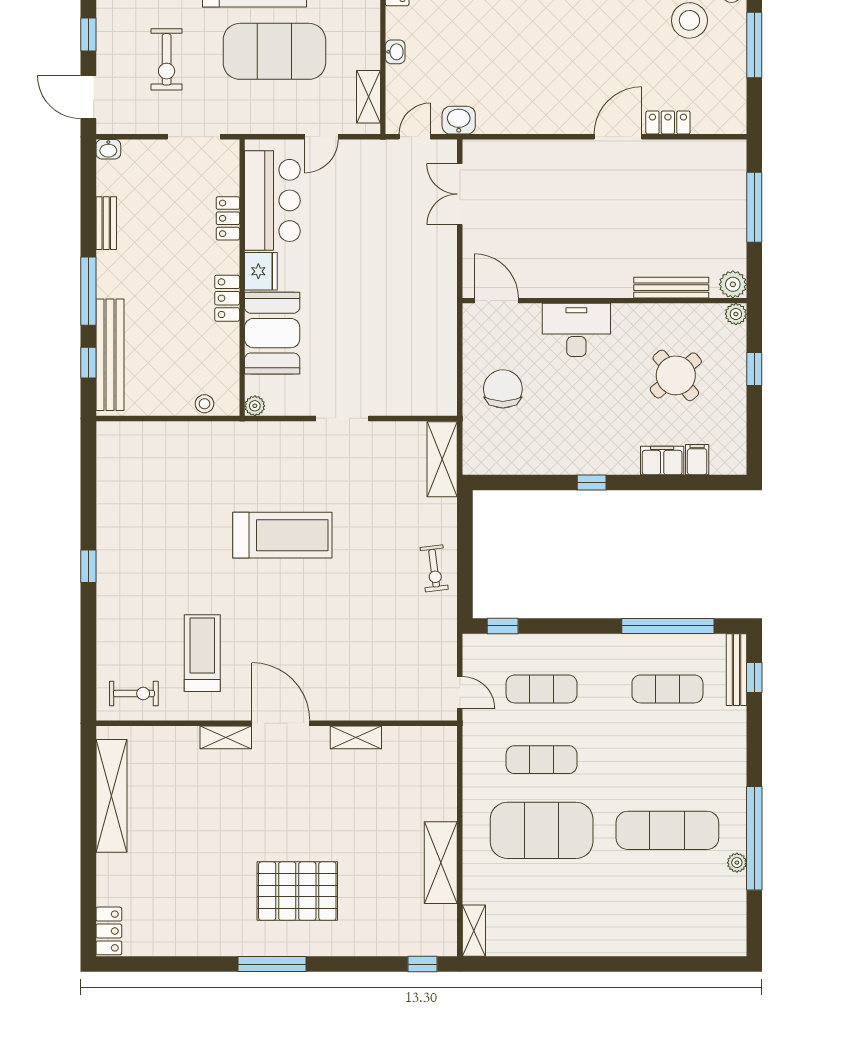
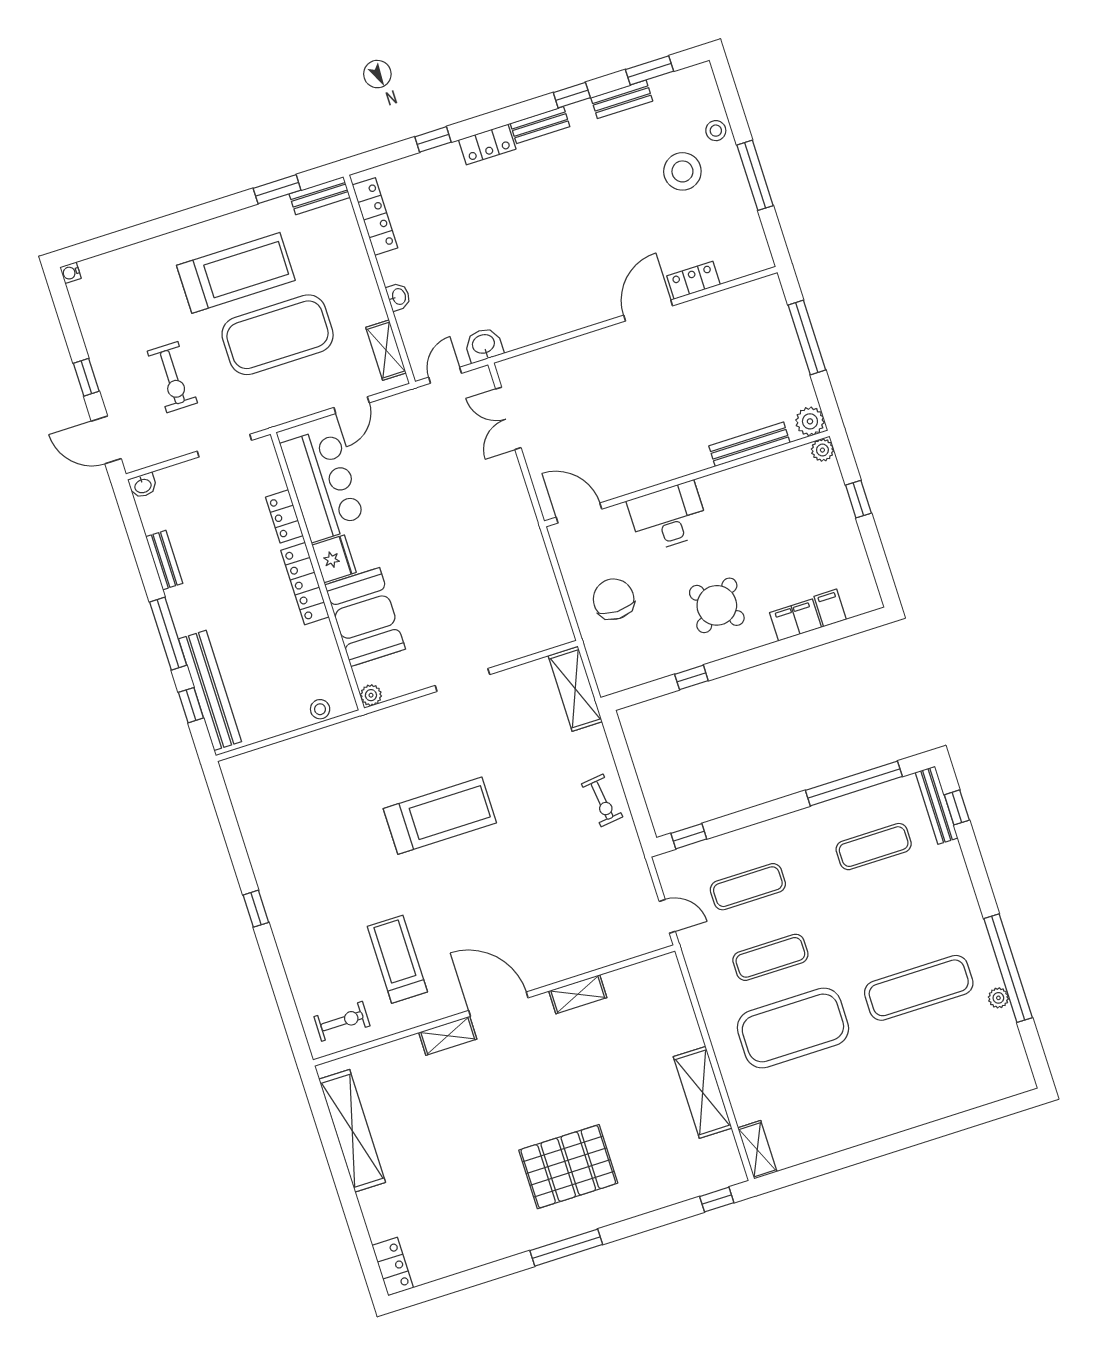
locker: (227, 298) -> (305, 584), width x1.53
round table: (676, 375) -> (717, 605), moved
window: (592, 483) -> (691, 677), moved

